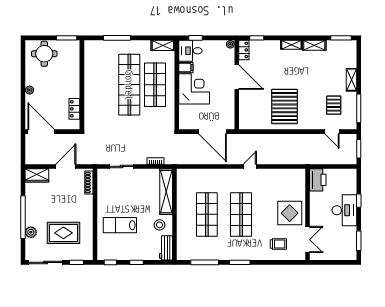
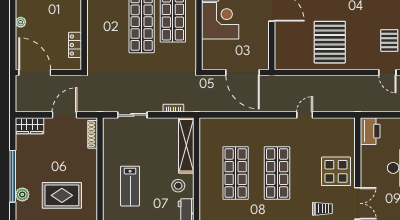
door: (250, 166) -> (305, 115), moved
lab bench: (120, 225) -> (130, 186), turned -90

